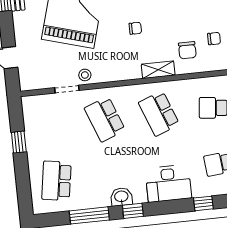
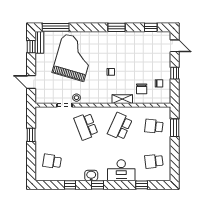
school desk: (159, 114) -> (120, 126), turned 45
school desk: (56, 181) -> (52, 161), width x0.54
window: (89, 215) -> (70, 185), width x0.46

